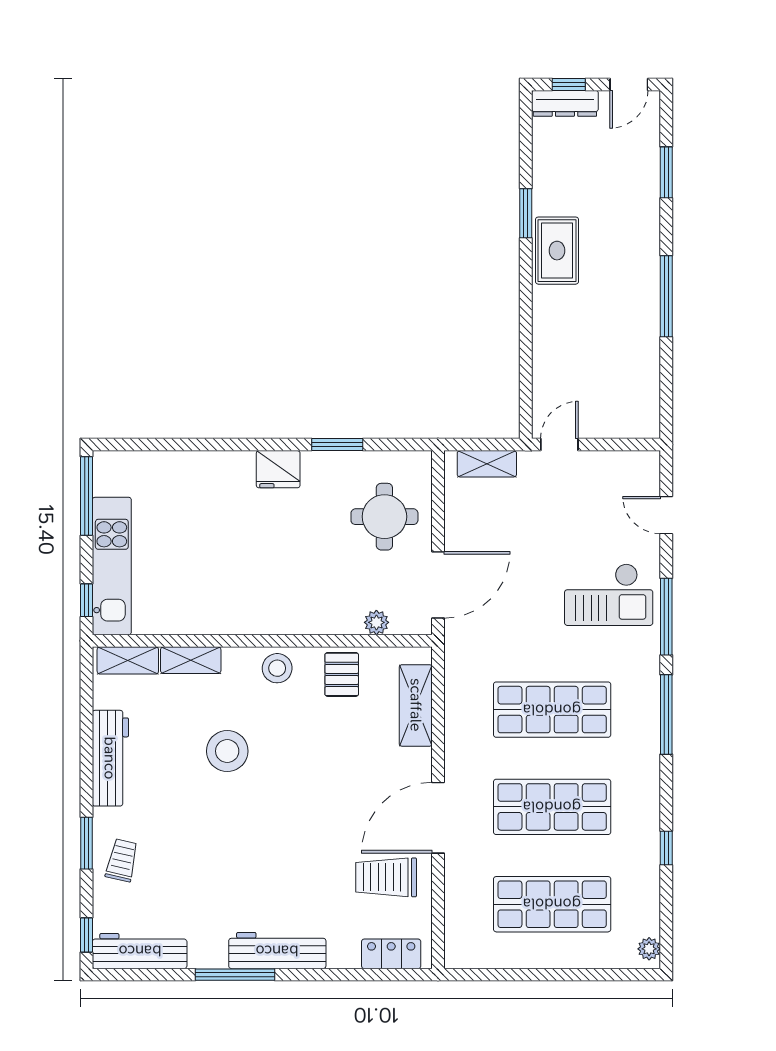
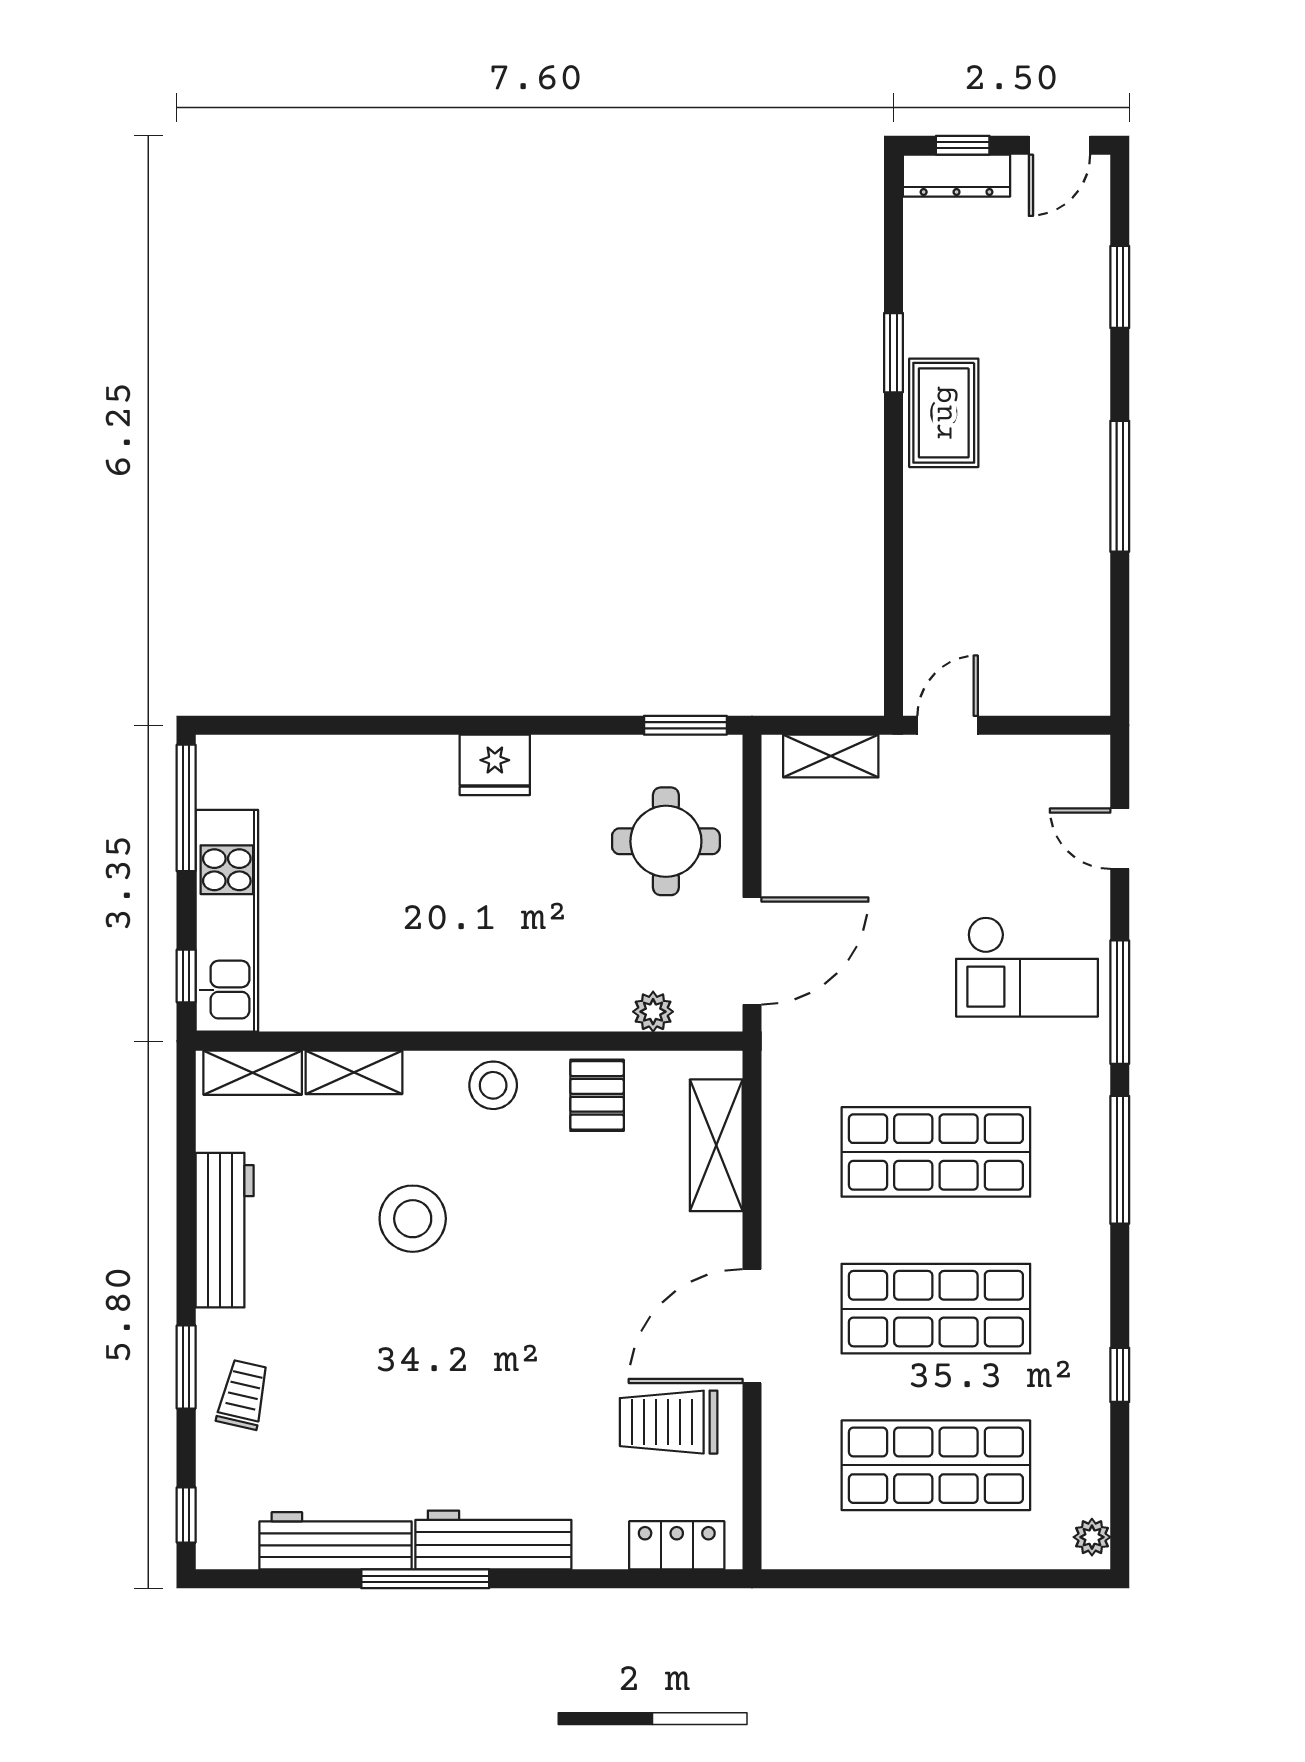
window: (337, 445) -> (685, 725), moved
workbench: (140, 951) -> (335, 1541), moved

